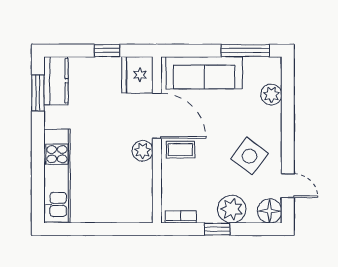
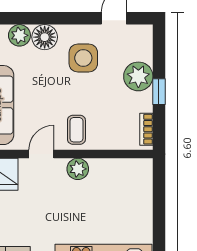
door: (157, 116) -> (41, 154), width x0.53
side table: (250, 156) -> (83, 58), turned -37
floor lamp: (270, 211) -> (45, 37), moved

